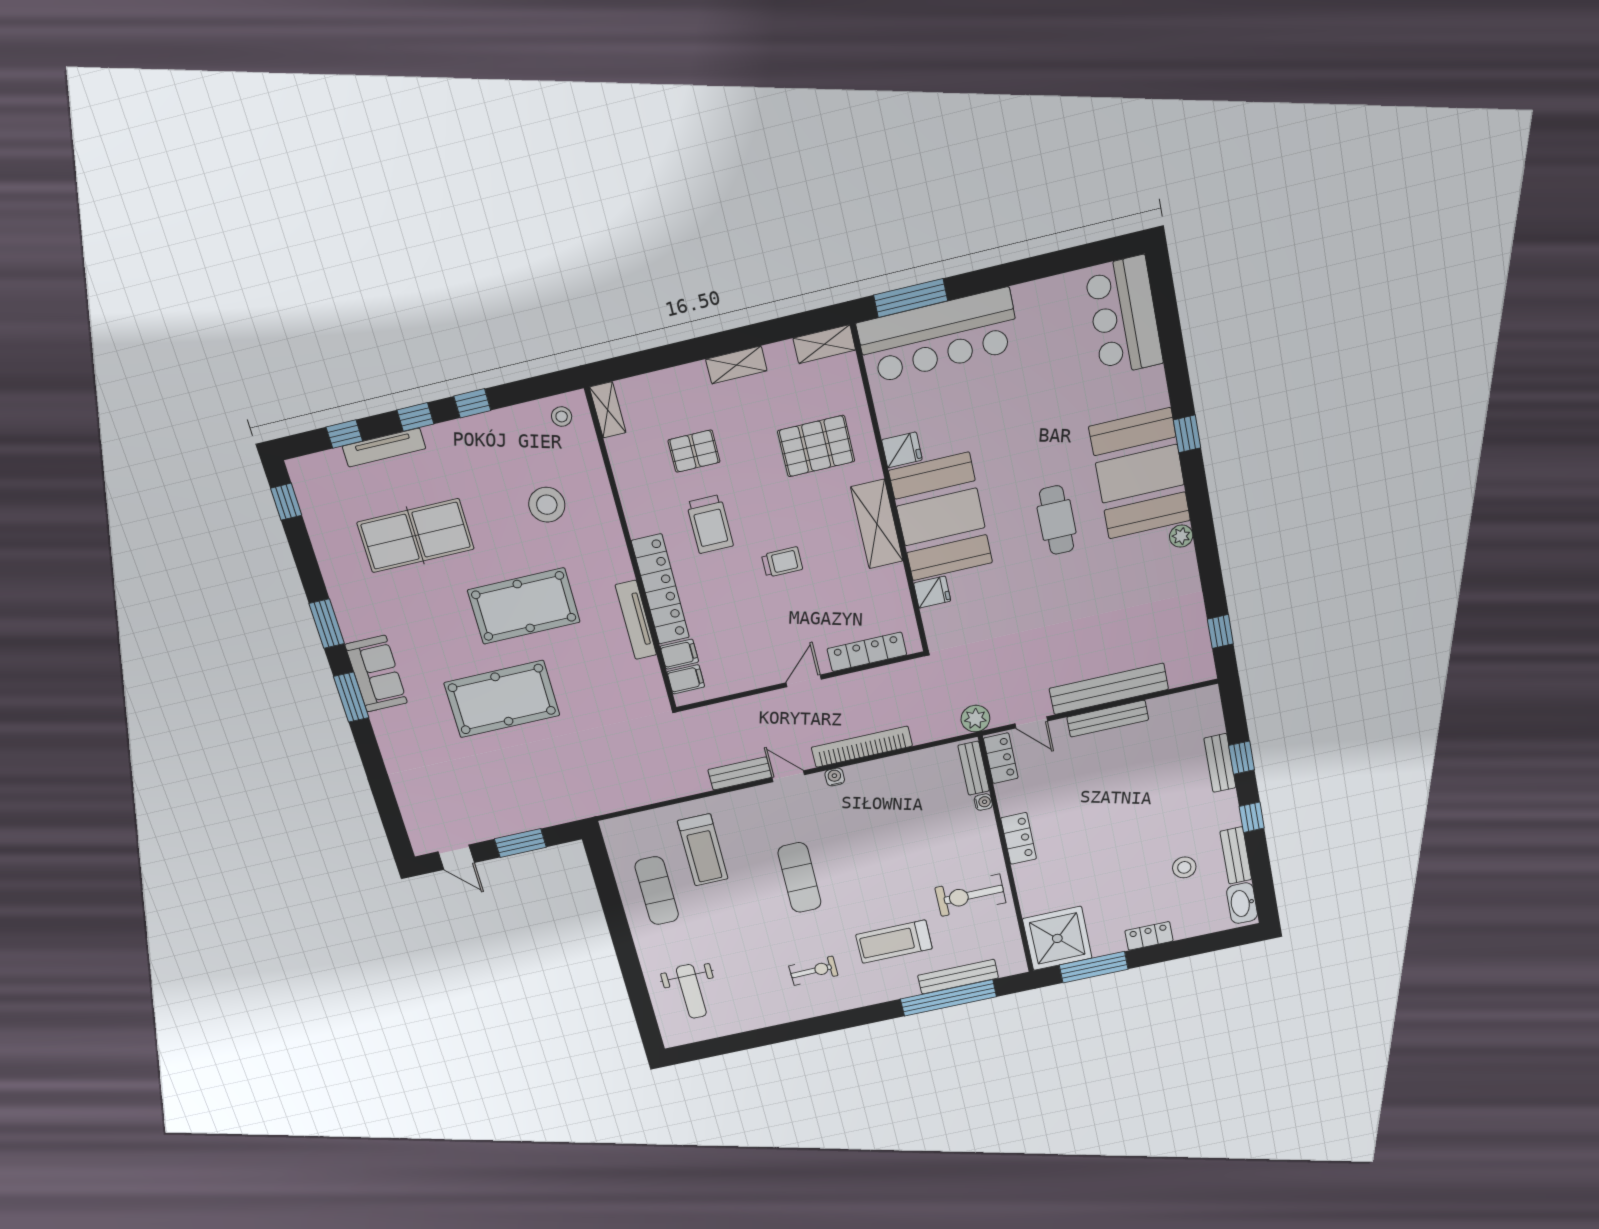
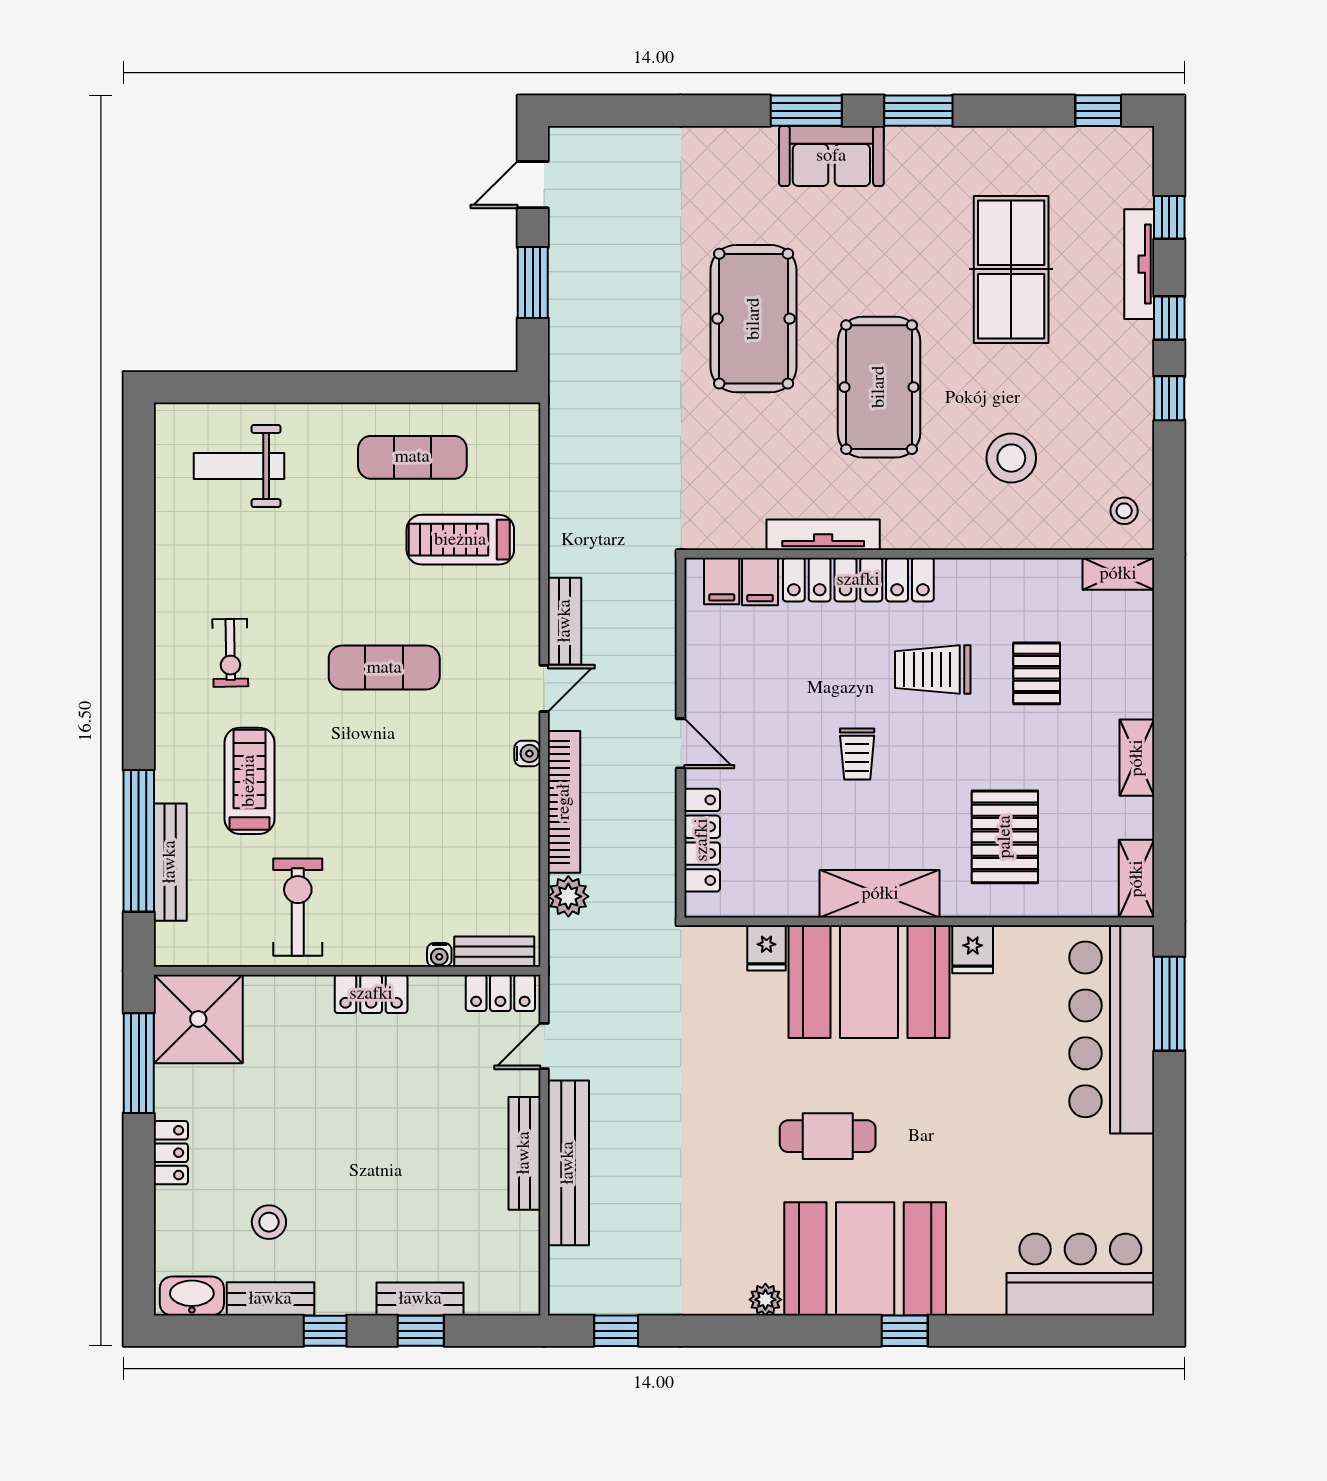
plant: (975, 719) -> (568, 896), moved

